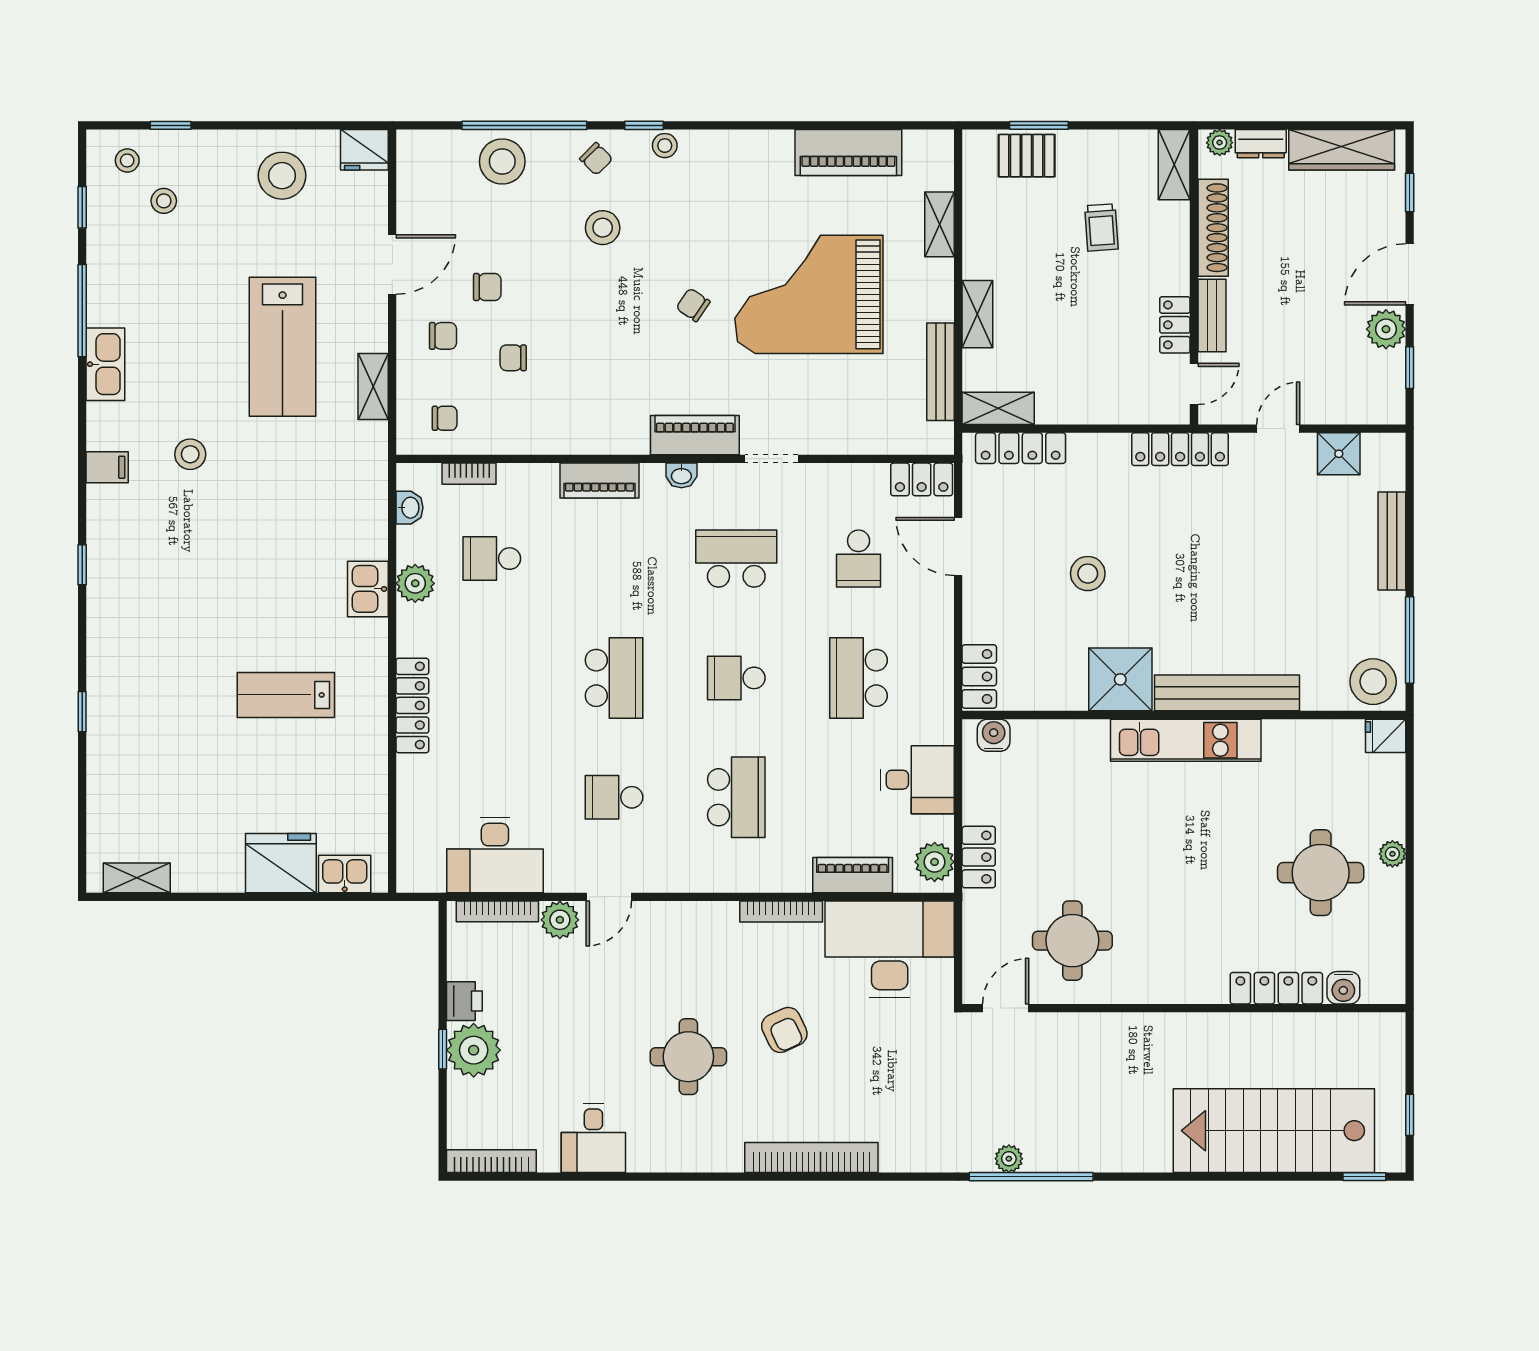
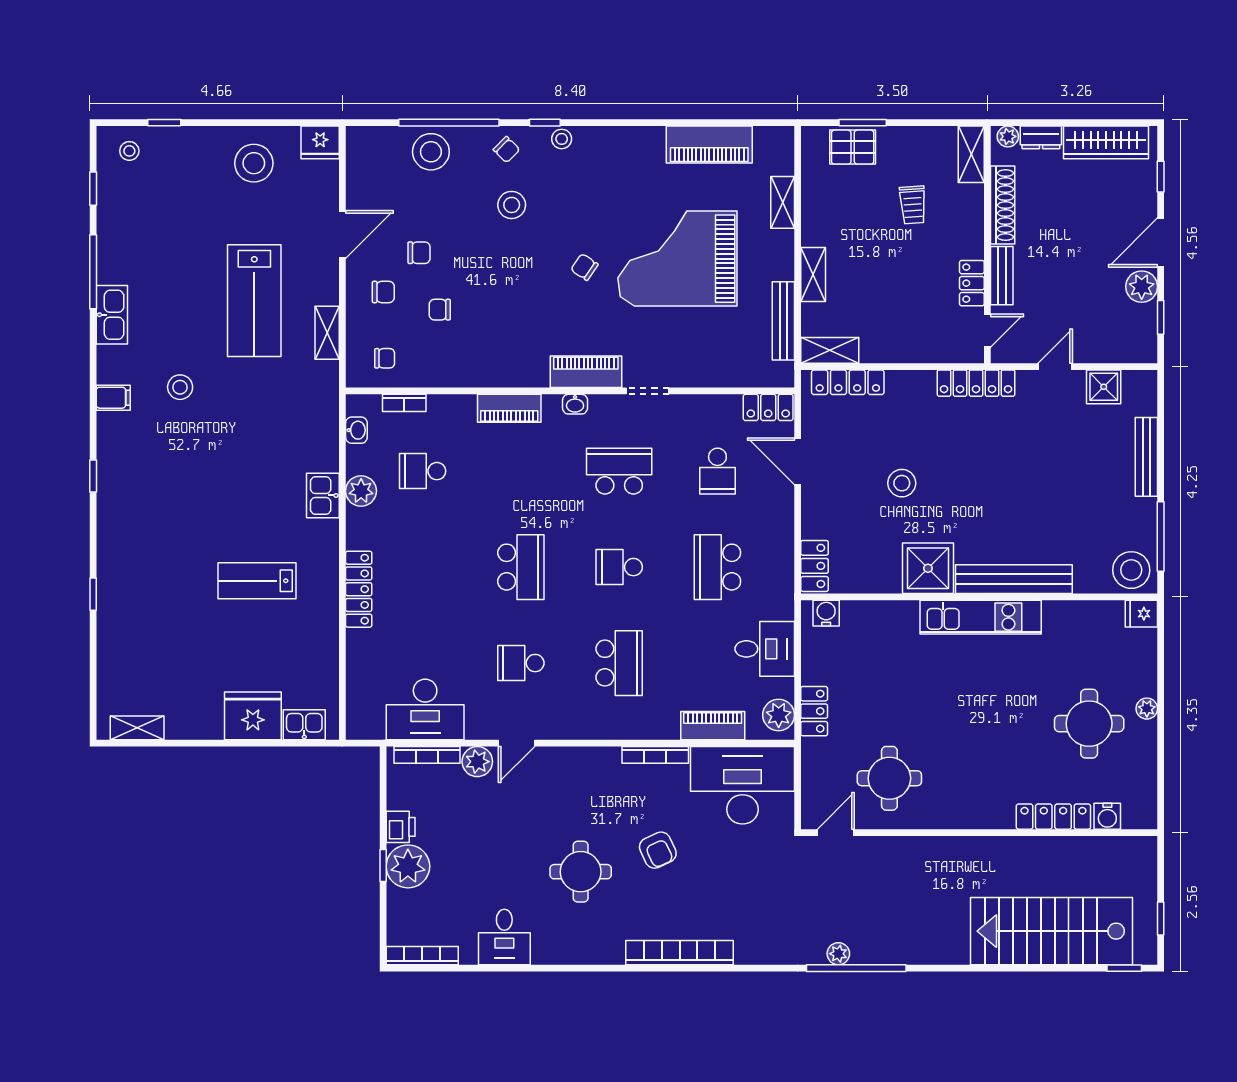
stool: (164, 201) -> (159, 183), removed

